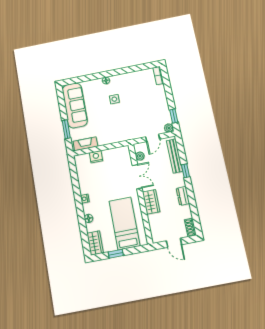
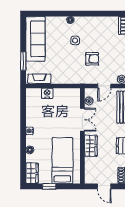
armchair: (135, 114) -> (92, 59), added

